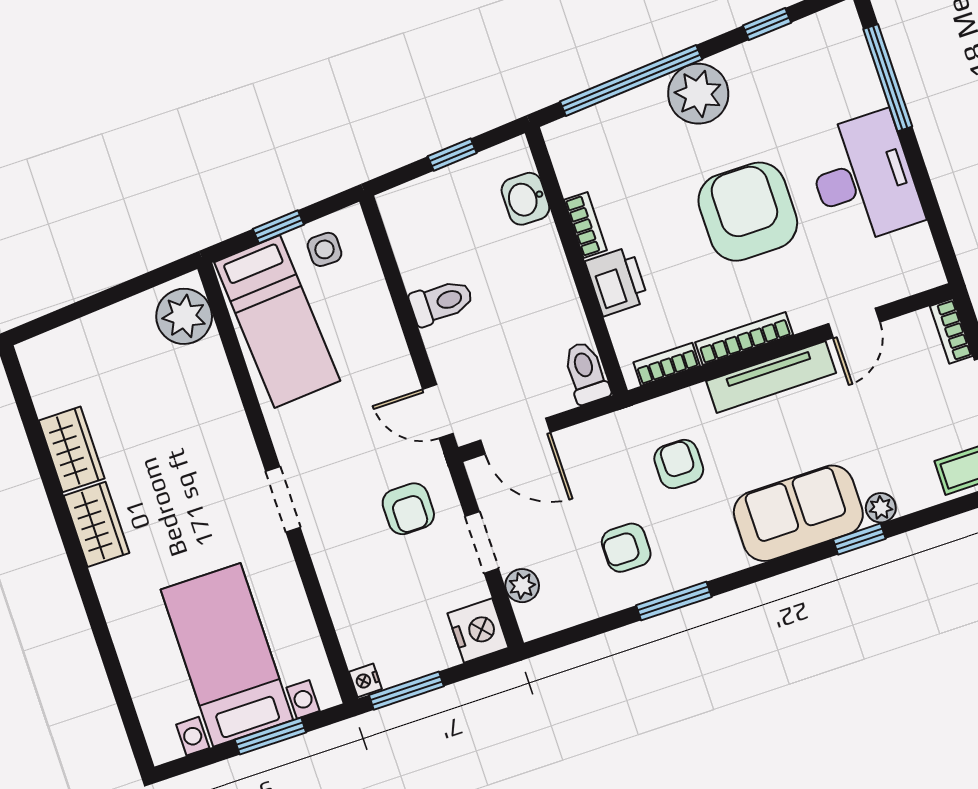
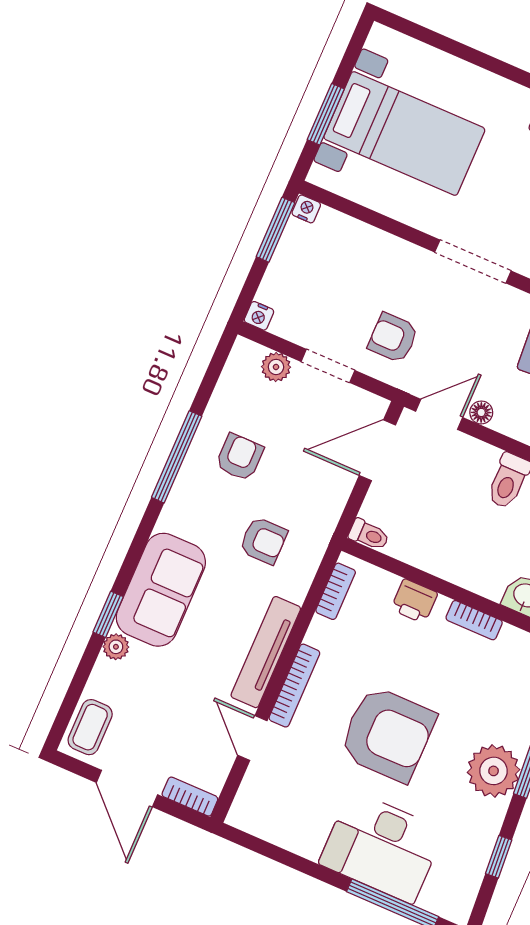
desk: (864, 178) -> (382, 847), moved
printer: (617, 281) -> (414, 601), width x0.73, depth x0.81
bookcase: (744, 338) -> (294, 686), moved
toilet: (586, 373) -> (369, 535), width x0.73, depth x0.72
floor lamp: (404, 377) -> (481, 412), added
doorway: (283, 499) -> (473, 262), width x1.38
window: (674, 601) -> (177, 457), width x1.44
nightstand: (478, 631) -> (259, 316), width x0.53, depth x0.56

